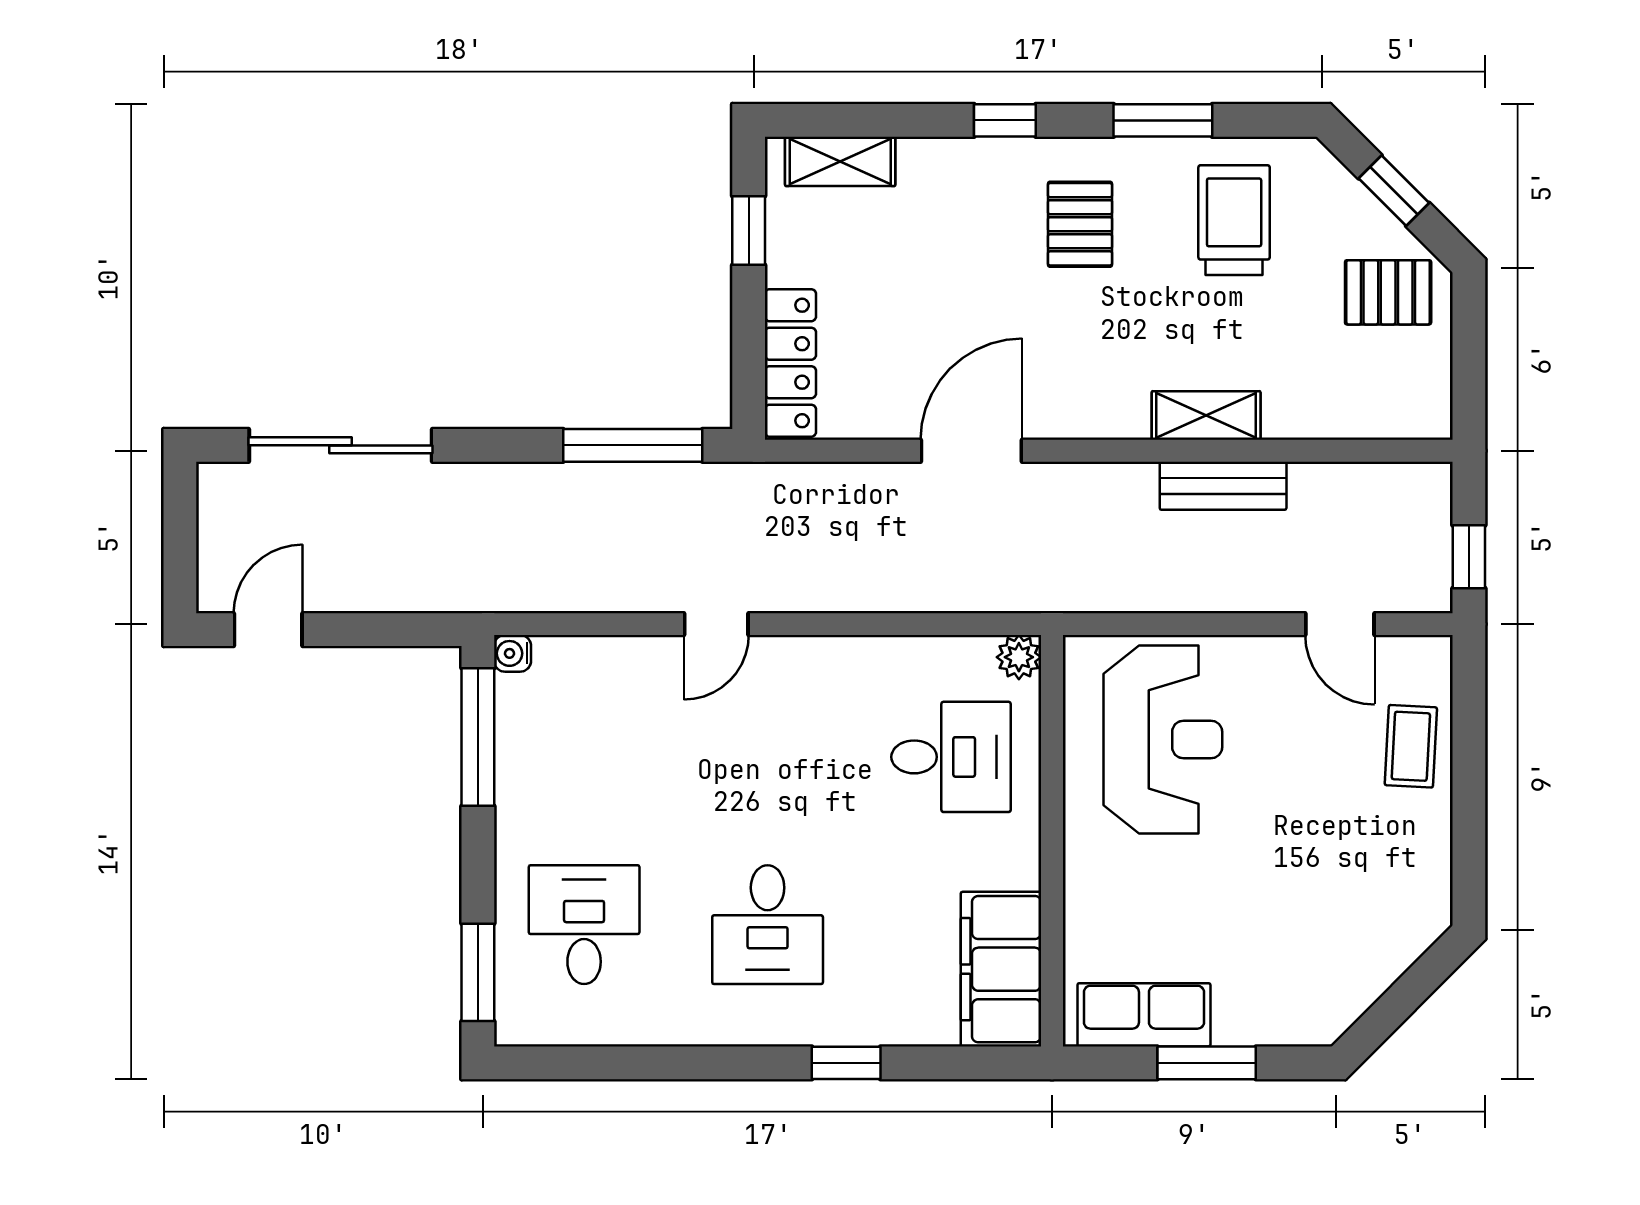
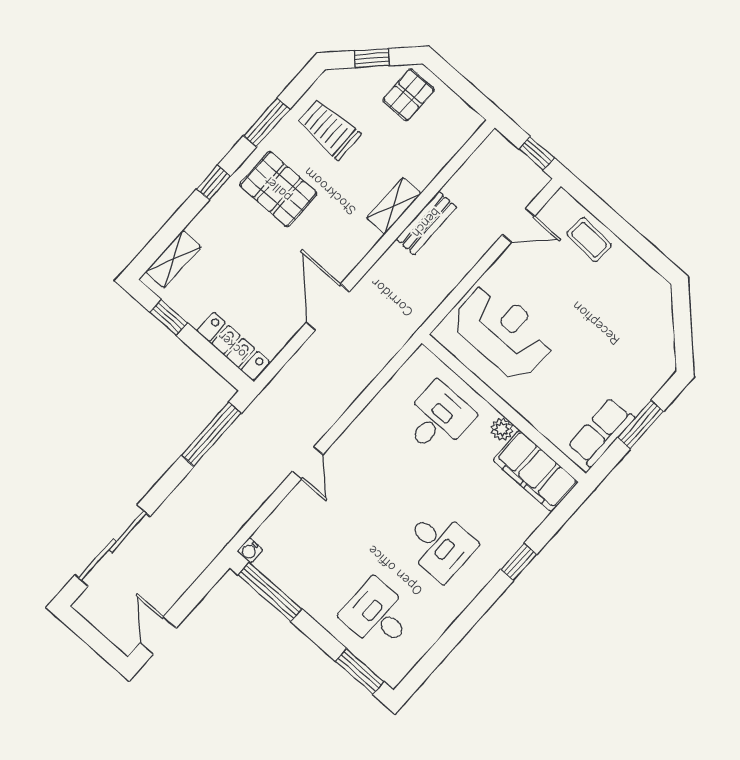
pallet: (1080, 224) -> (278, 189), width x1.50, depth x1.42
plant: (1019, 657) -> (502, 429), moved

